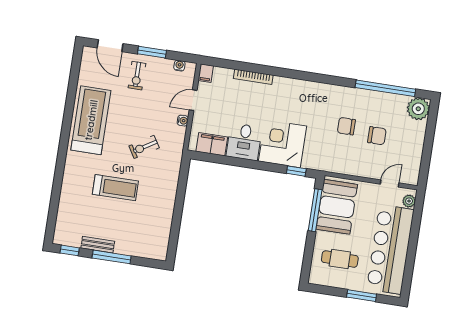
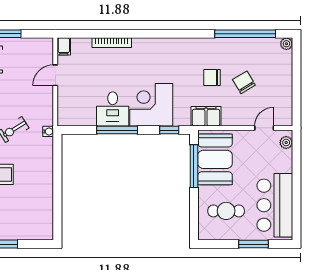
water cooler: (179, 66) -> (36, 43), removed
plant: (418, 109) -> (286, 44), width x0.53, depth x0.53
water cooler: (183, 121) -> (48, 131), moved
chair: (377, 136) -> (244, 82), turned -121
filing cabinet: (212, 144) -> (206, 116), moved
window: (245, 163) -> (117, 130), added
bar counter: (390, 249) -> (275, 205), width x0.73

